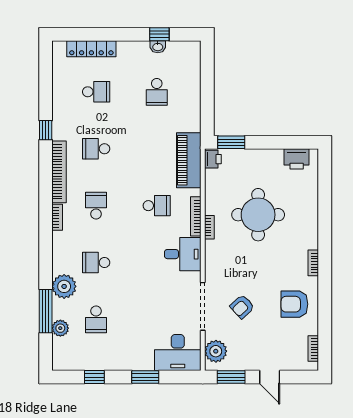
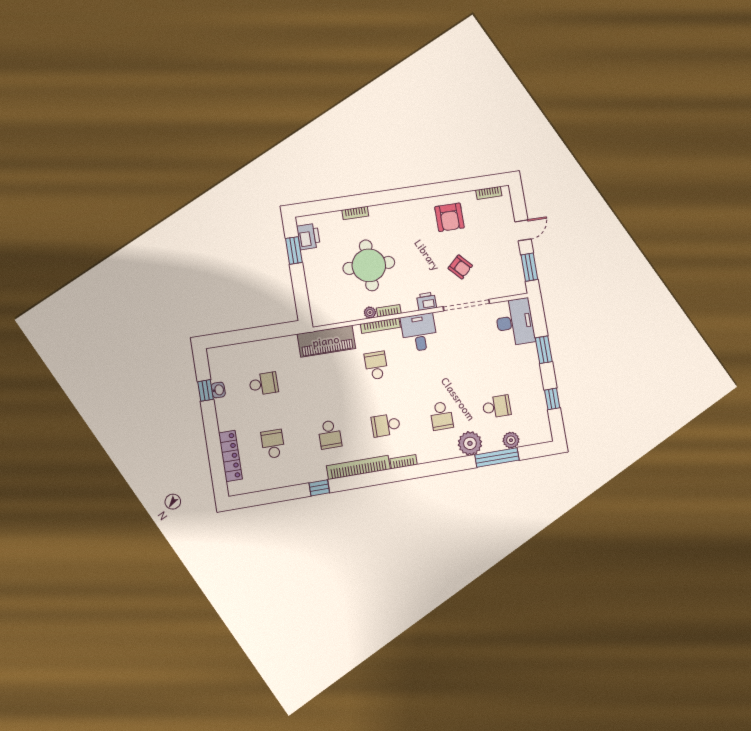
window: (231, 142) -> (294, 250), moved
printer: (213, 159) -> (427, 301), moved
bookcase: (313, 263) -> (355, 213), moved
plant: (216, 351) -> (370, 313), moved, width x0.53, depth x0.53

